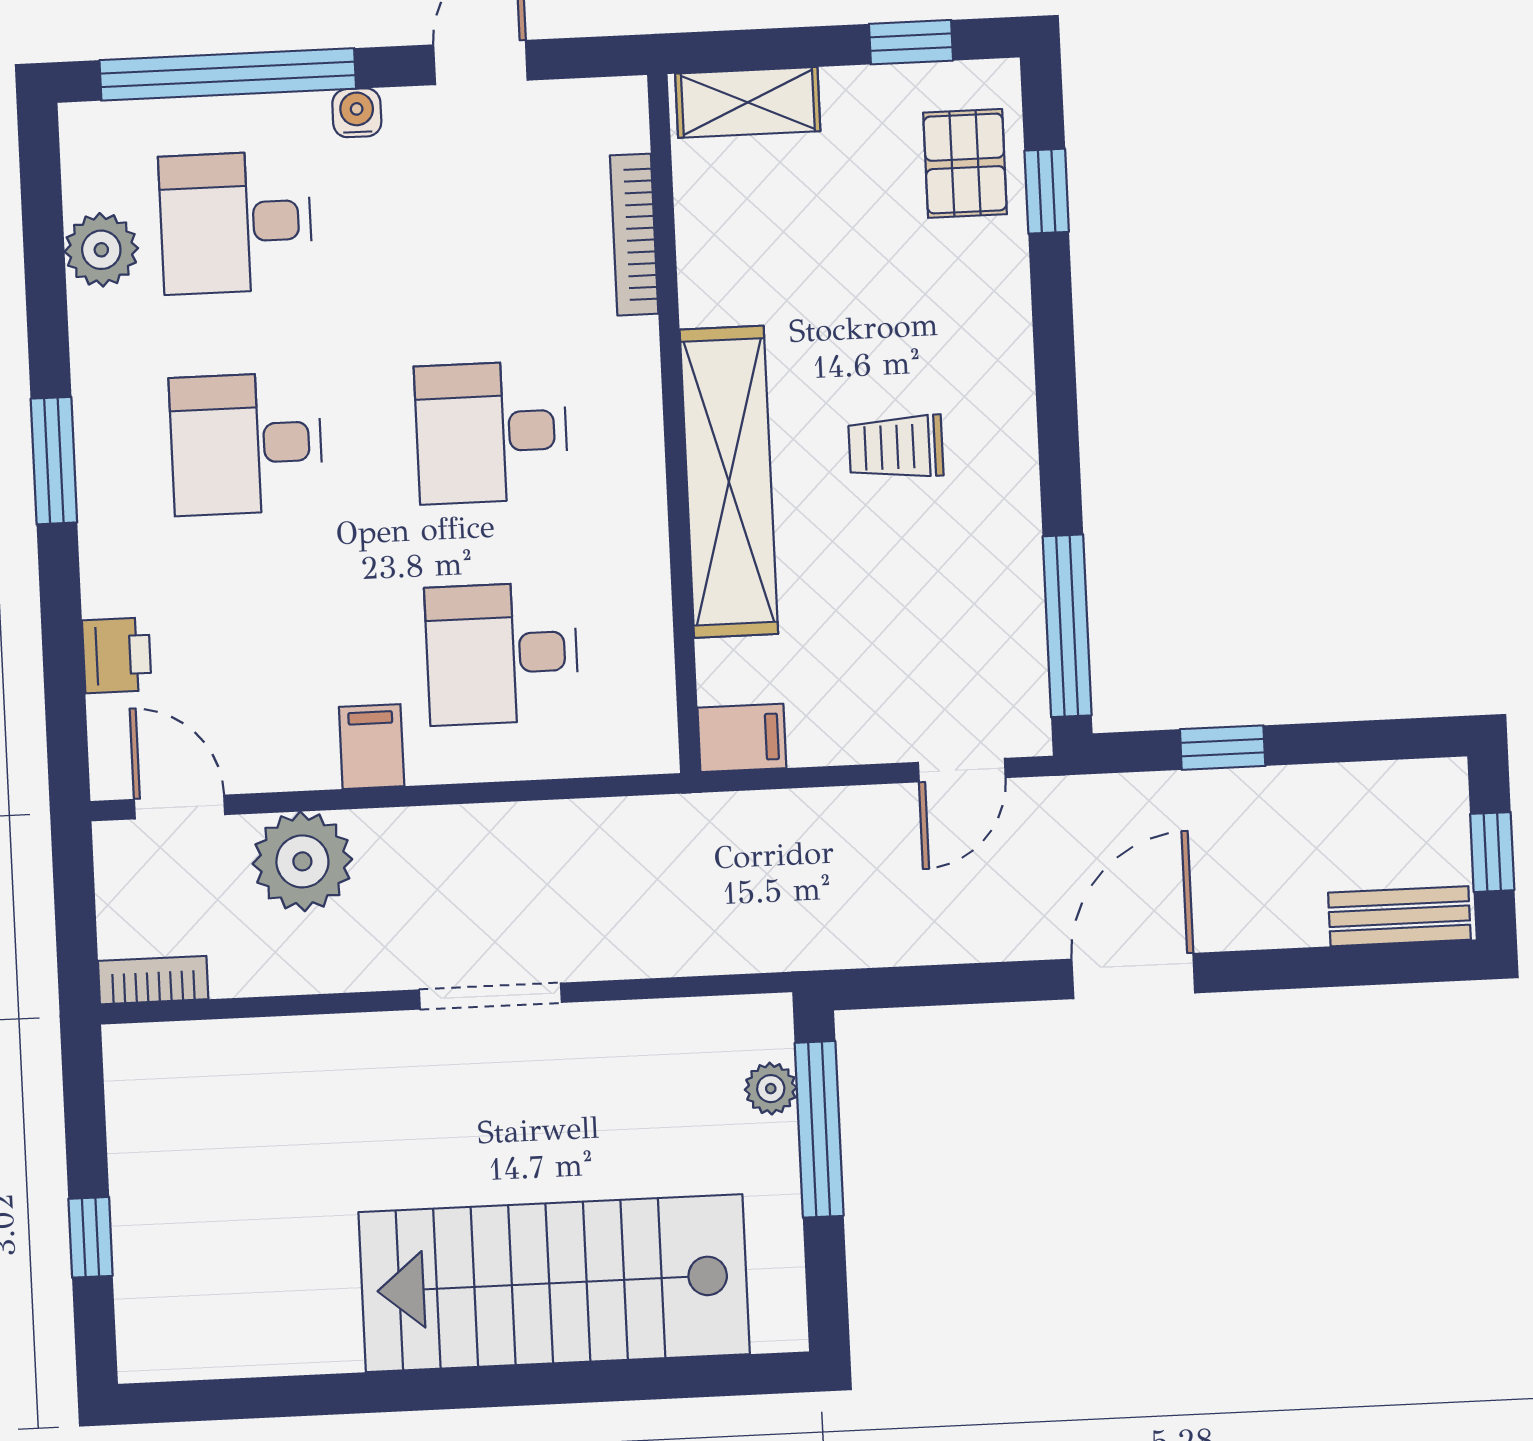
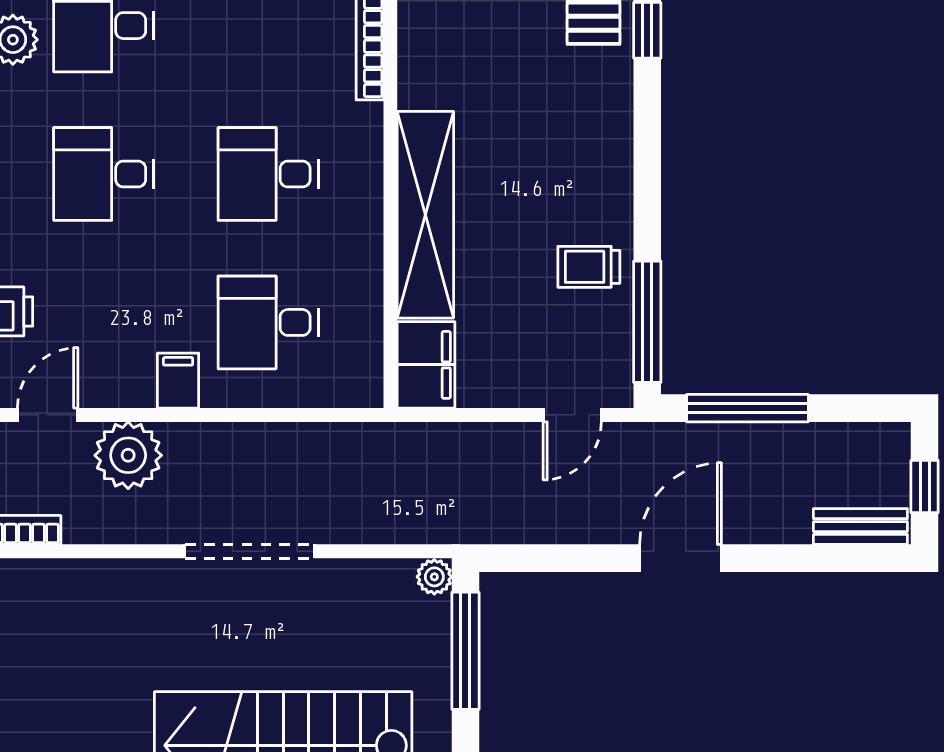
trolley: (896, 447) -> (589, 267), moved
filing cabinet: (742, 738) -> (426, 365), width x2.00
window: (1223, 748) -> (747, 408), width x2.17
door: (179, 807) -> (48, 415), hinge flipped
doorway: (490, 996) -> (250, 551), width x1.36
plant: (771, 1089) -> (434, 577), moved

